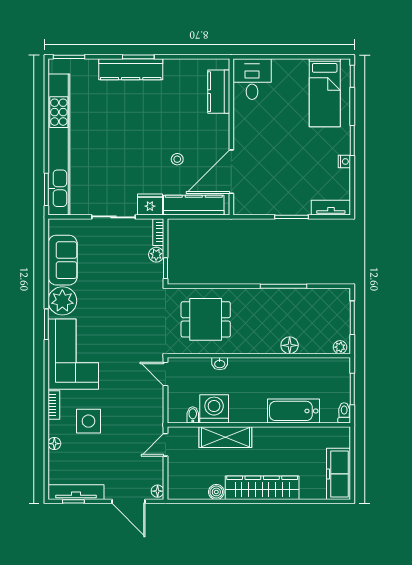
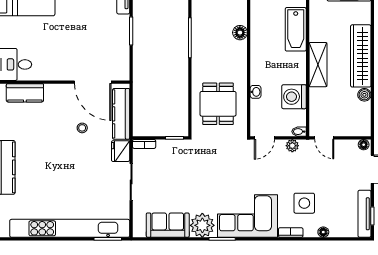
plant: (156, 255) -> (292, 146), moved
bidet: (193, 415) -> (299, 132), moved
shelving: (225, 437) -> (318, 65), moved

